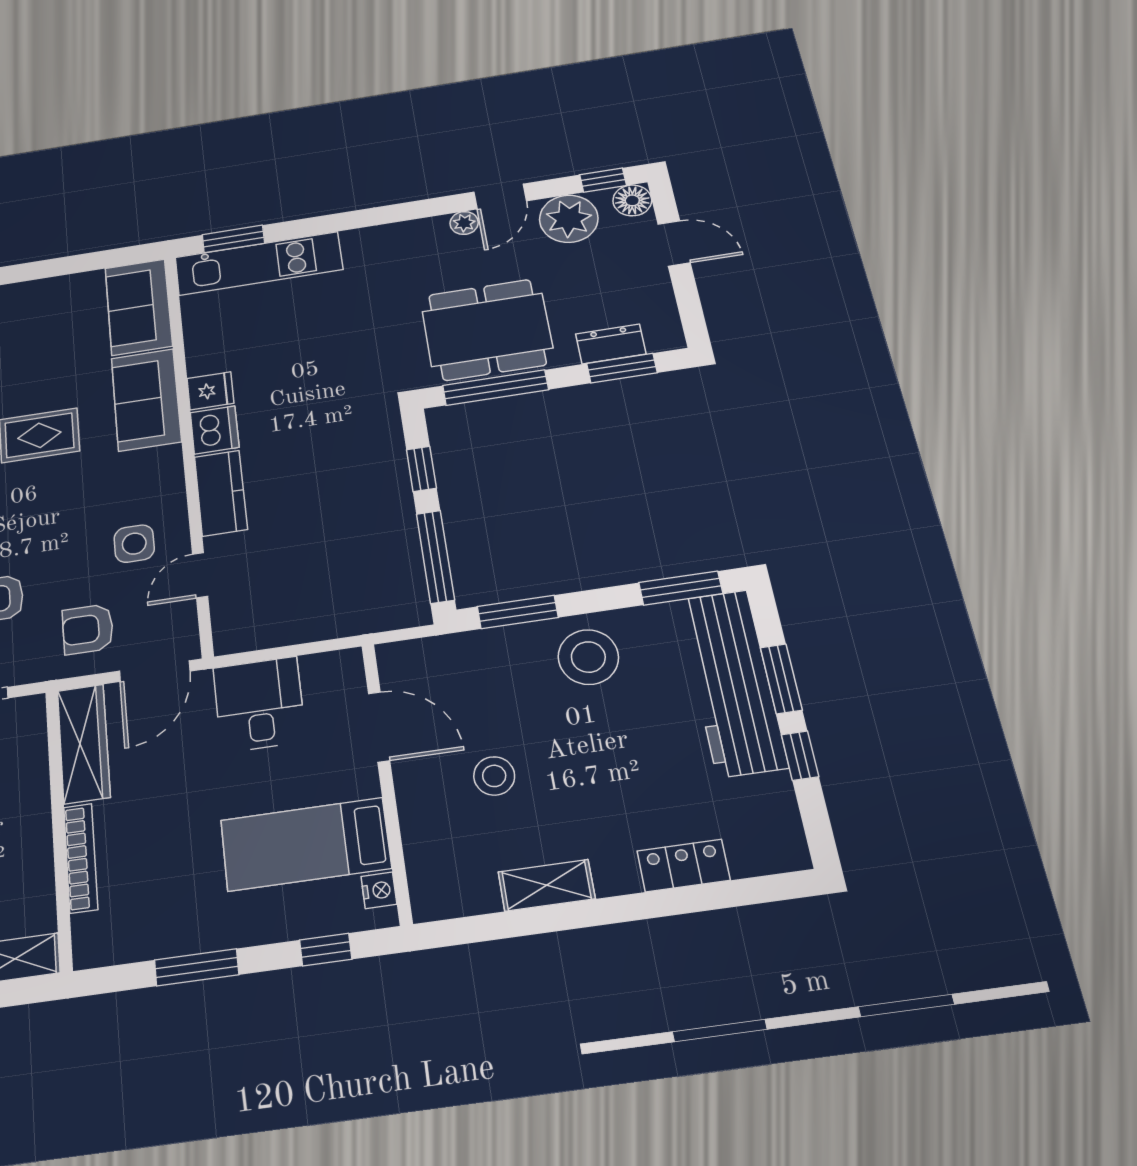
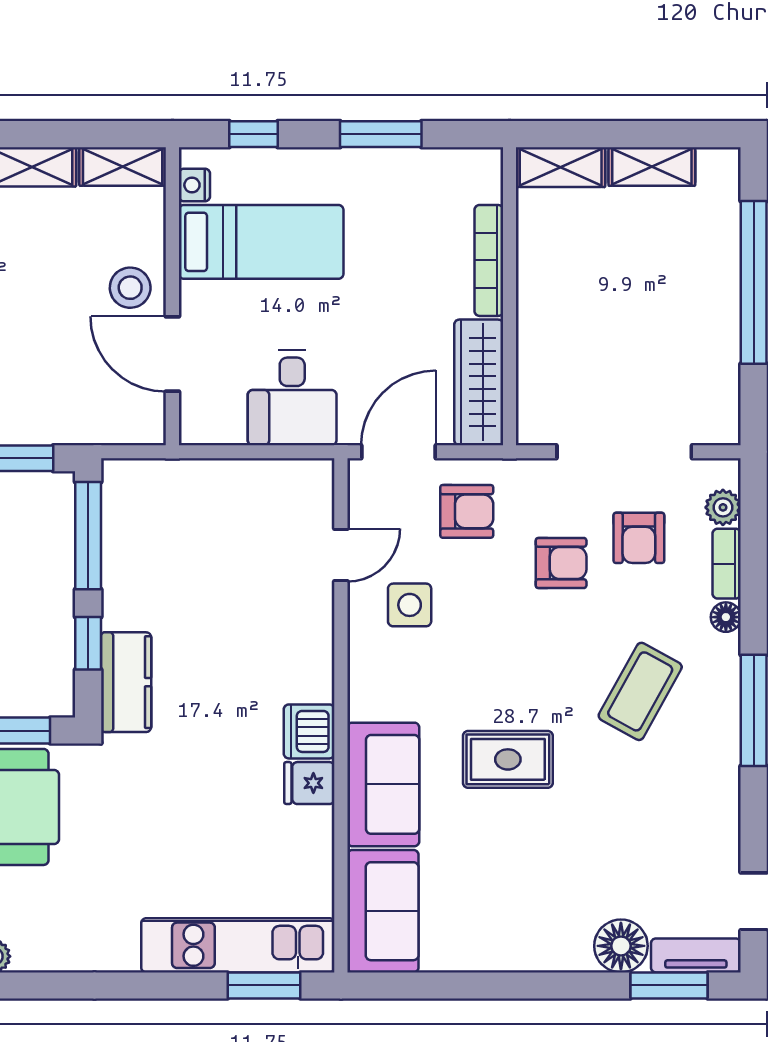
kitchen counter: (221, 493) -> (126, 682), moved, turned 180
stool: (494, 776) -> (130, 288), moved
shelving: (454, 899) -> (123, 166), added

